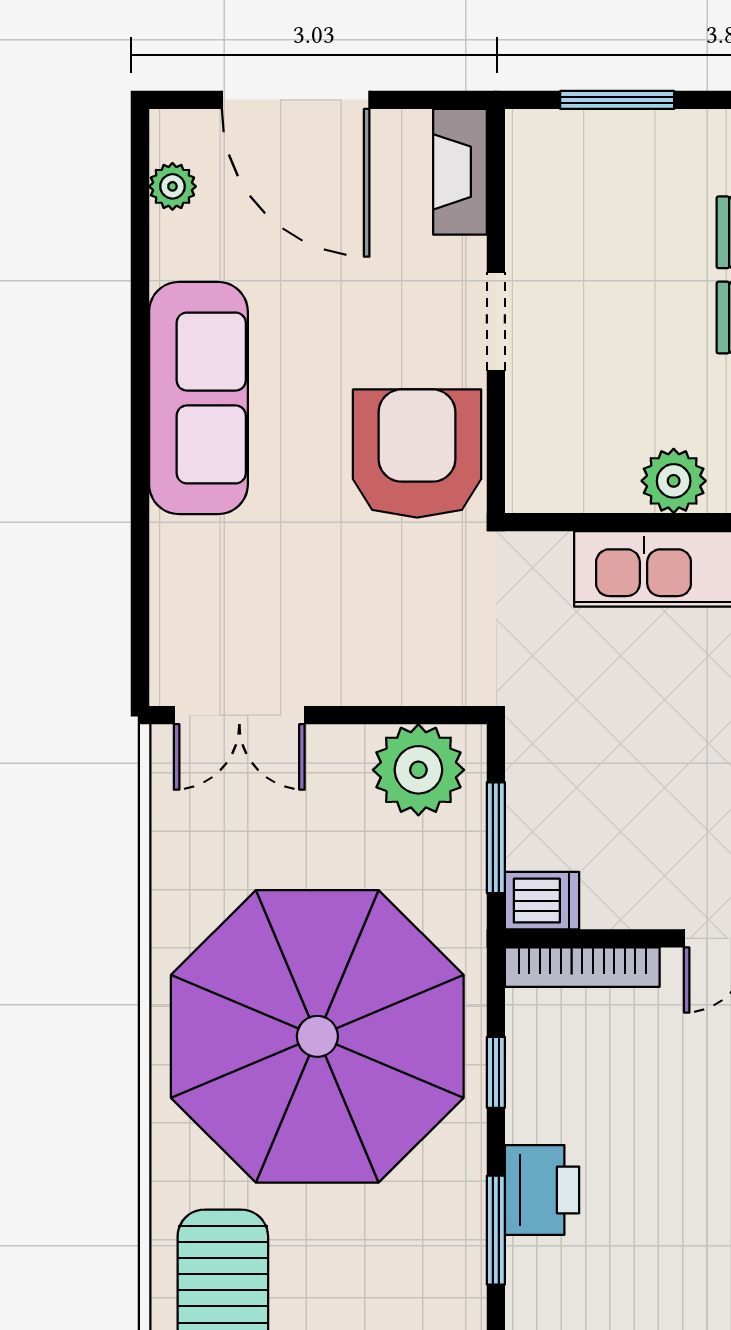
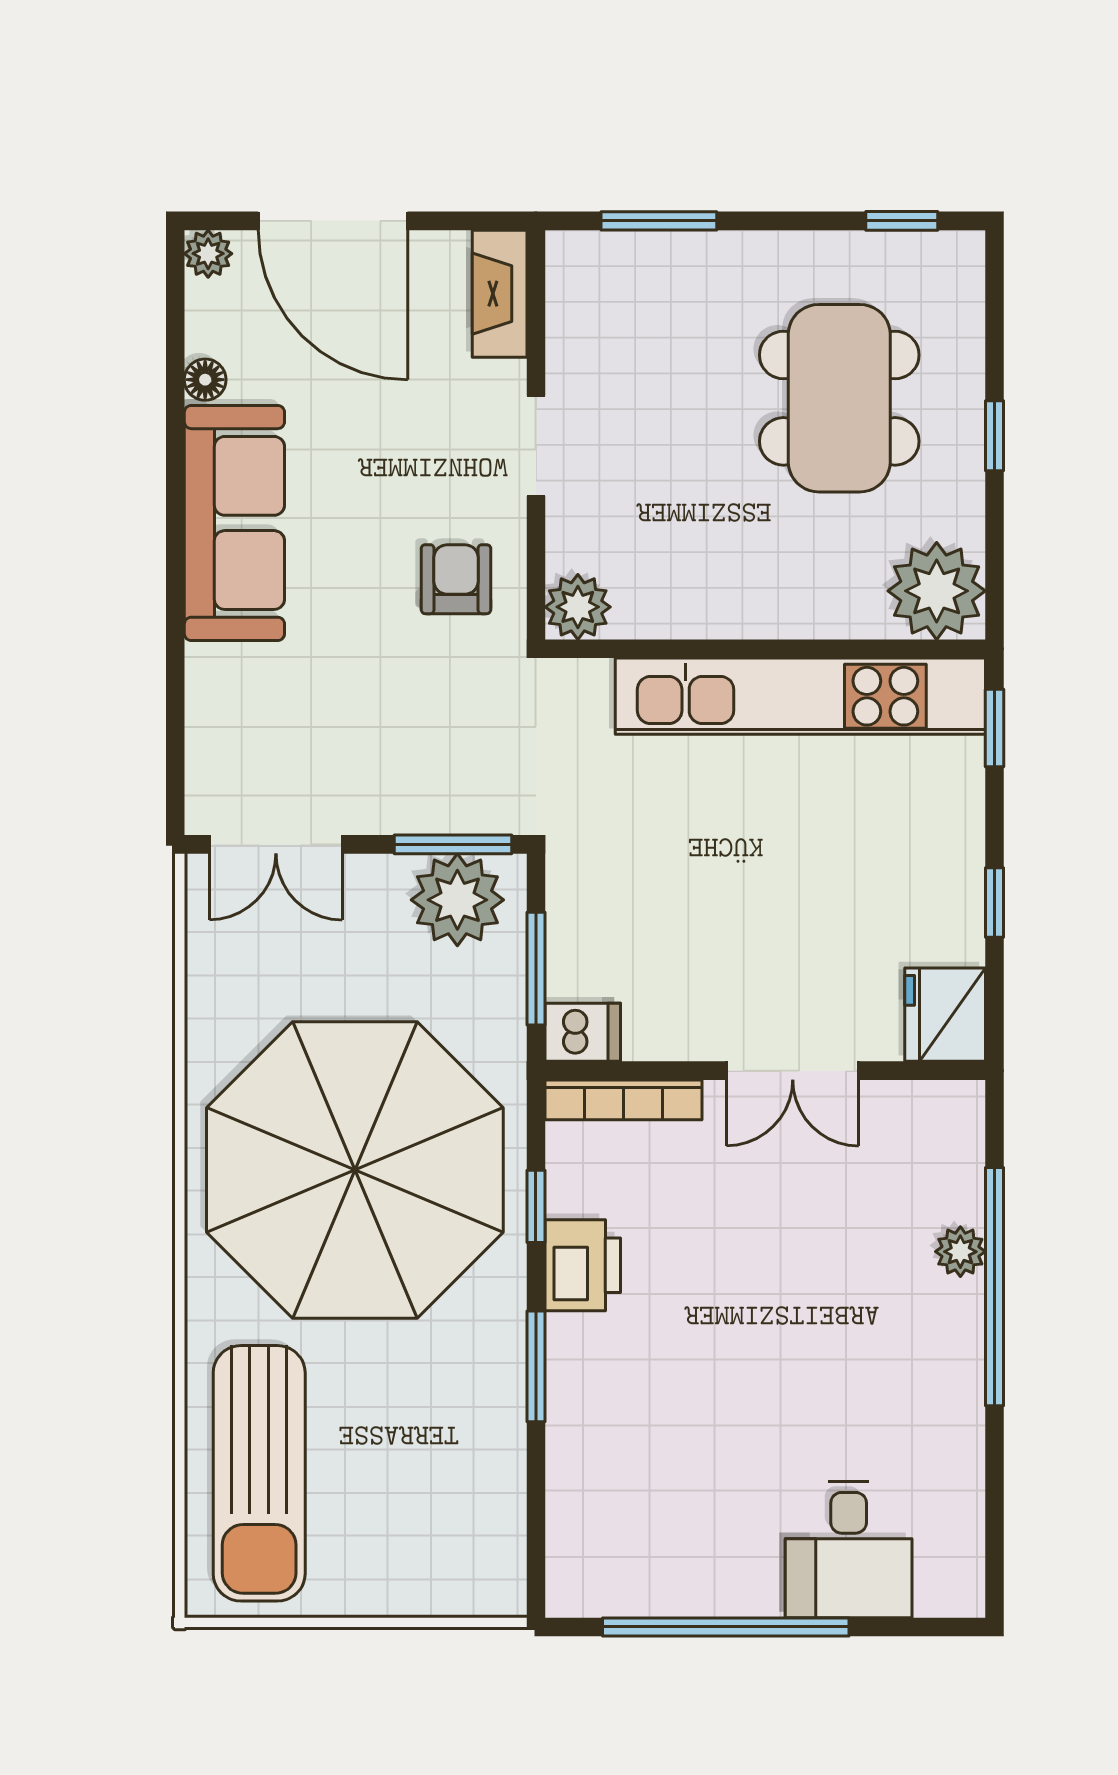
plant: (172, 186) -> (208, 254), moved
floor lamp: (170, 257) -> (205, 380), added
armchair: (417, 453) -> (456, 579), width x0.53, depth x0.53
plant: (674, 481) -> (578, 607), moved
window: (414, 715) -> (453, 844), added
printer: (542, 1190) -> (583, 1265), moved

